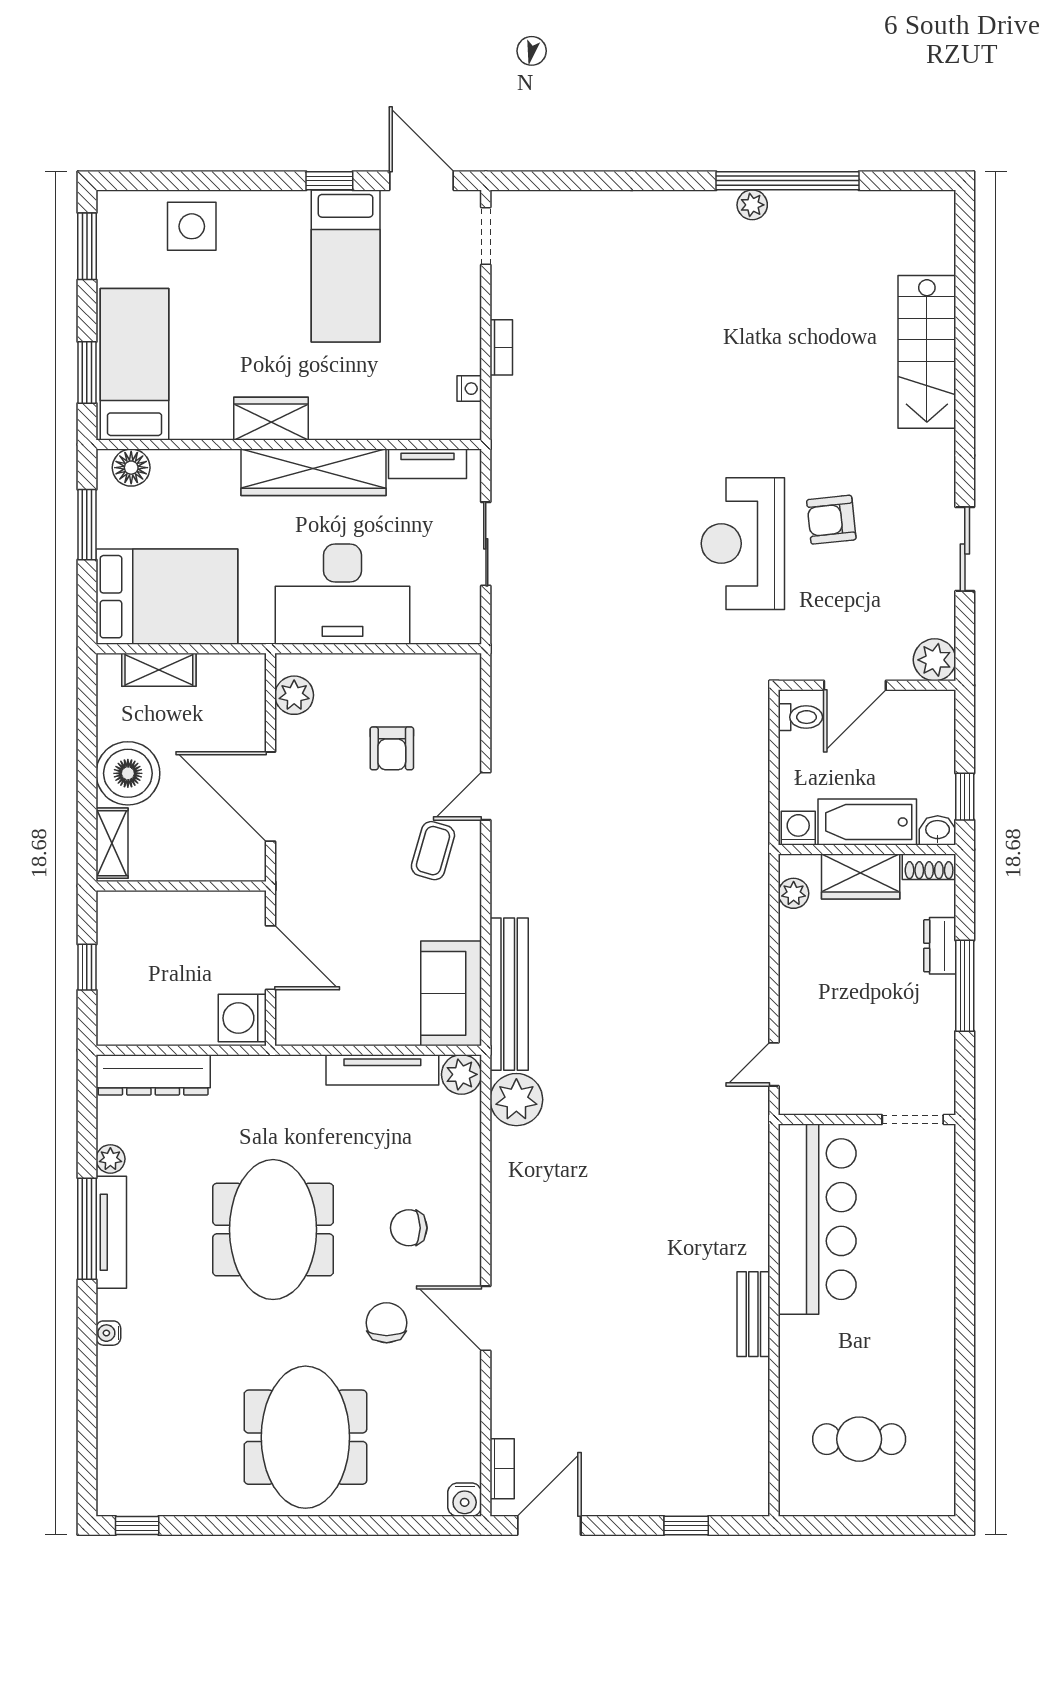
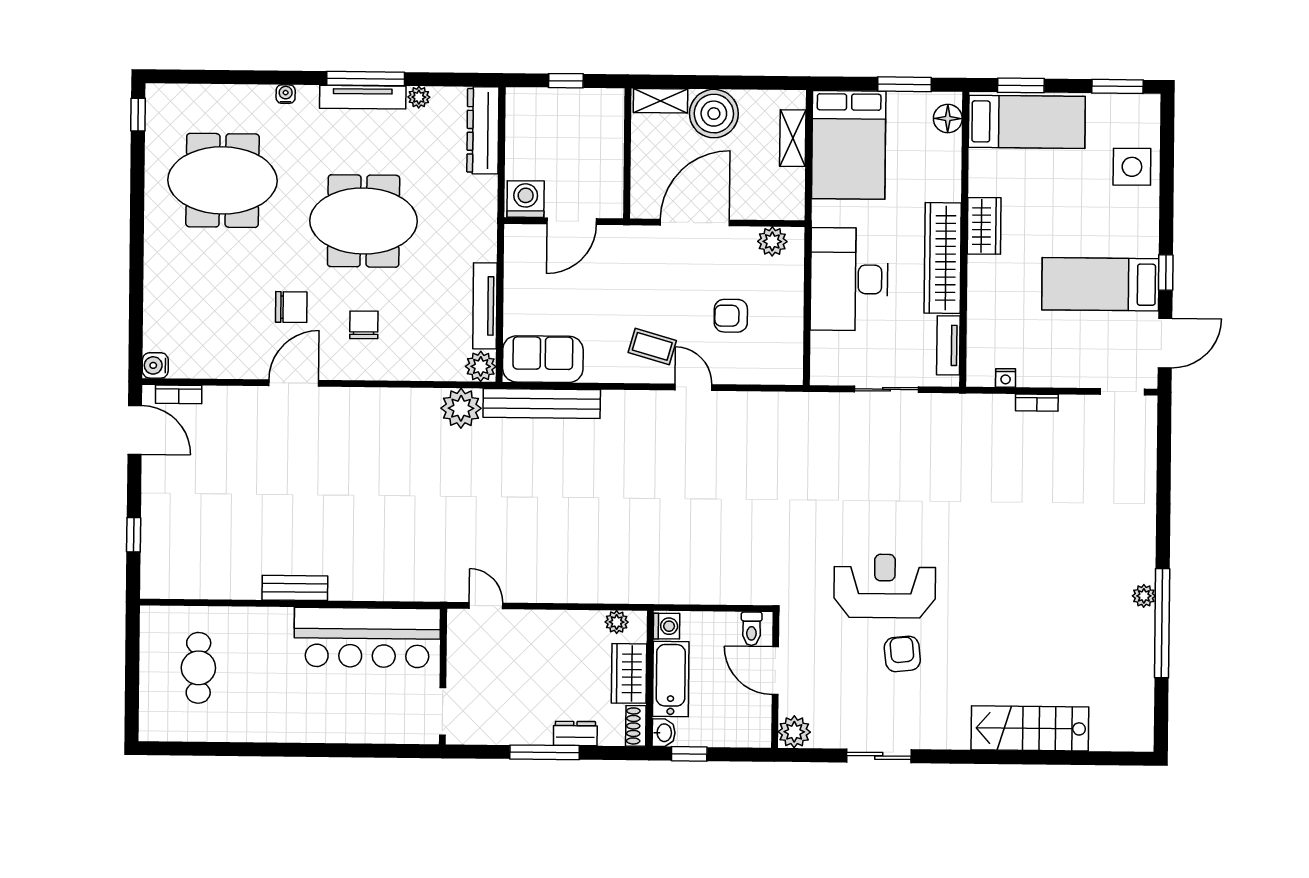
meeting table: (305, 1437) -> (222, 180), moved

